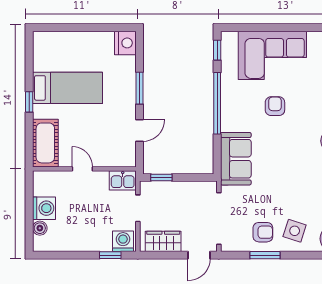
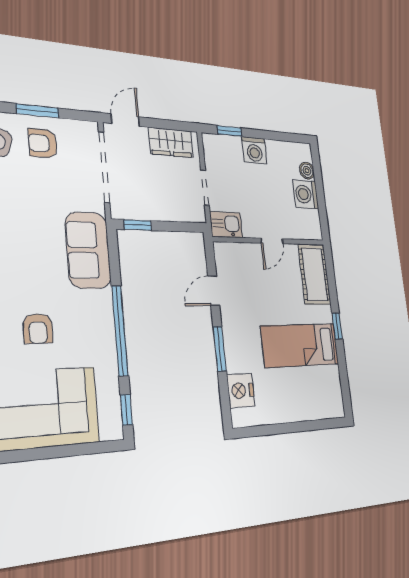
nightstand: (125, 43) -> (241, 390), moved
door: (82, 169) -> (272, 241), hinge flipped
window: (161, 178) -> (138, 225), moved
washing machine: (123, 241) -> (254, 150), moved

